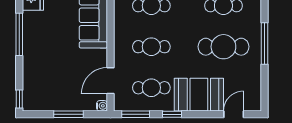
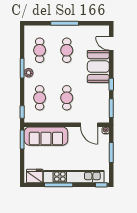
cafe table: (223, 47) -> (67, 50), width x0.73, depth x0.74
kitchen unit: (32, 57) -> (74, 177), added
cafe table: (151, 88) -> (94, 98), removed

